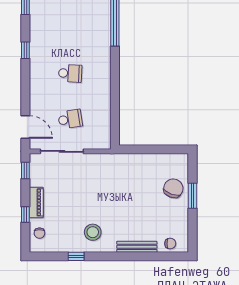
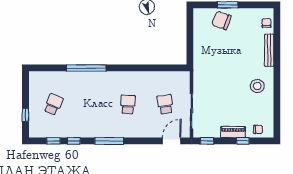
window: (25, 50) -> (109, 141), width x2.17
window: (76, 256) -> (277, 99), removed

